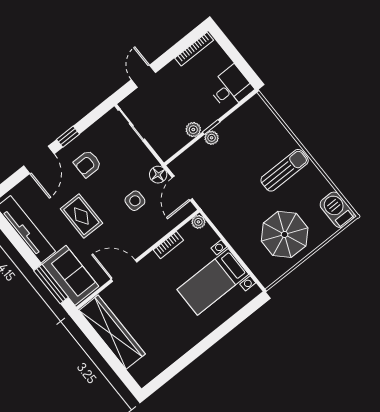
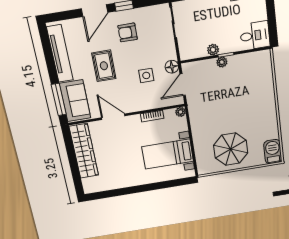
sun lounger: (285, 170) -> (256, 110), removed

